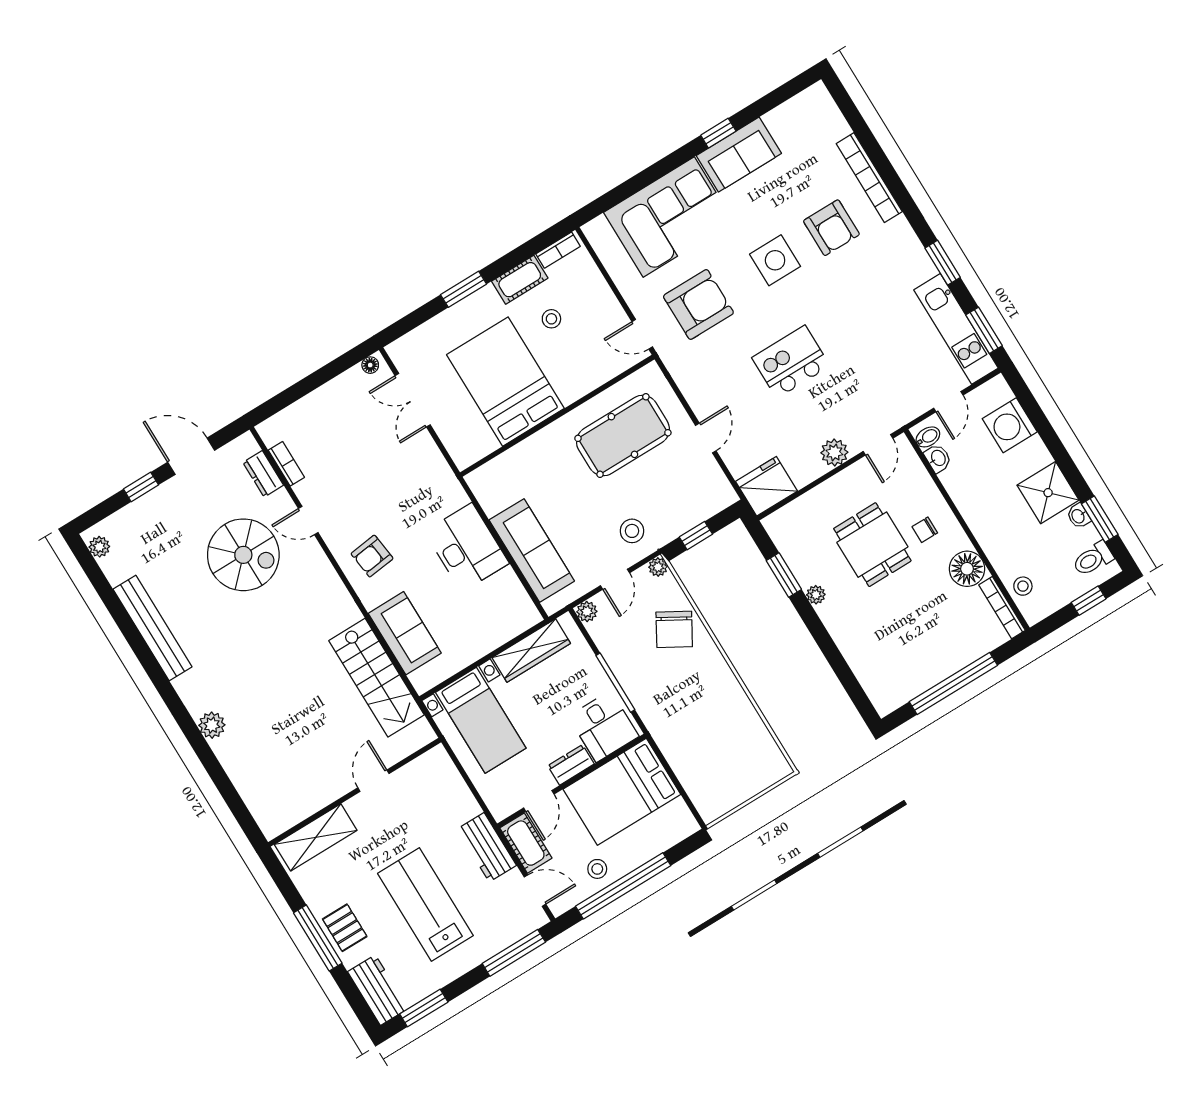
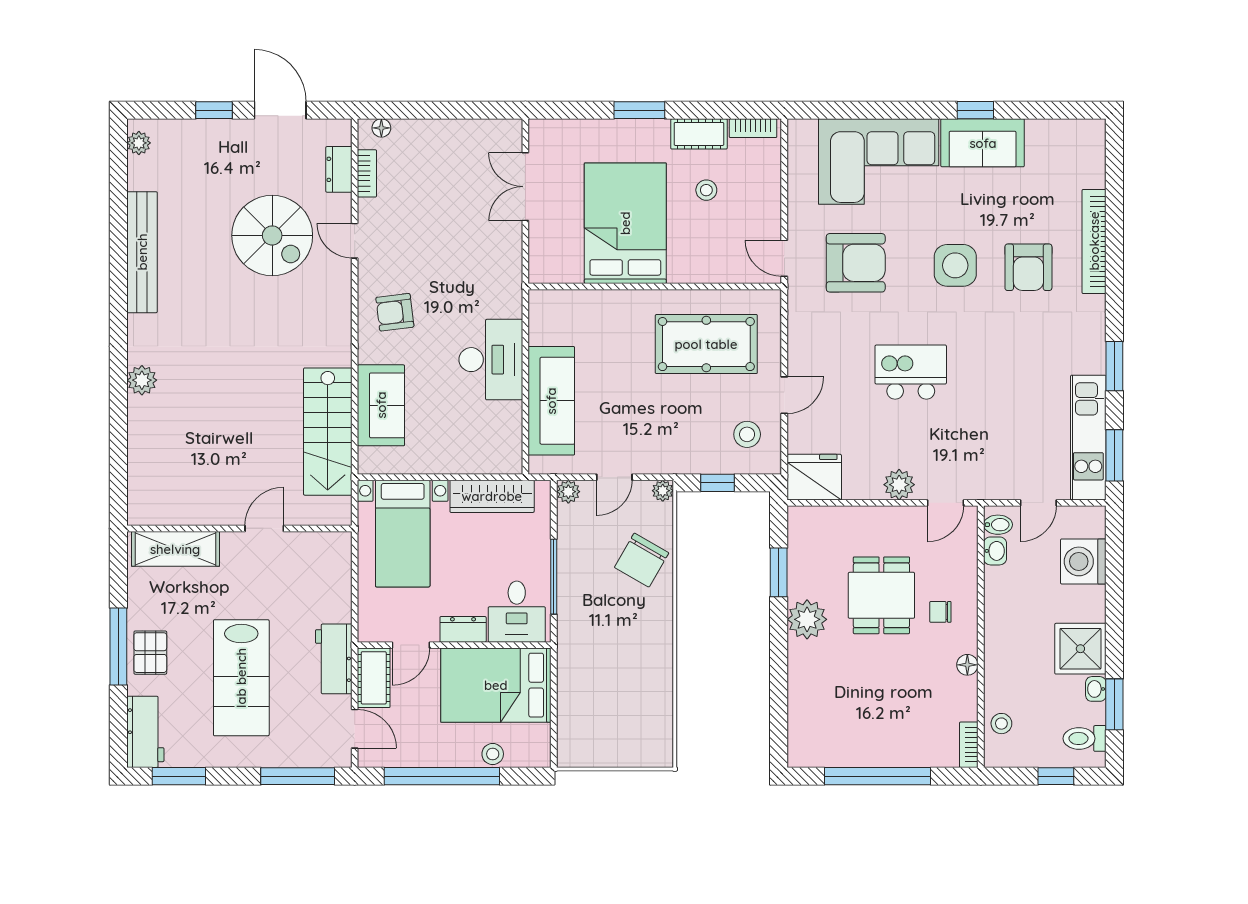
floor lamp: (370, 365) -> (381, 128), moved
stool: (632, 531) -> (747, 434), moved
floor lamp: (967, 569) -> (967, 665), width x0.53, depth x0.53
plant: (816, 595) -> (807, 619), width x1.88, depth x1.88
bookcase: (1002, 608) -> (969, 745), width x0.64
stool: (597, 869) -> (493, 754), moved
lab bench: (425, 905) -> (241, 678), turned 180

